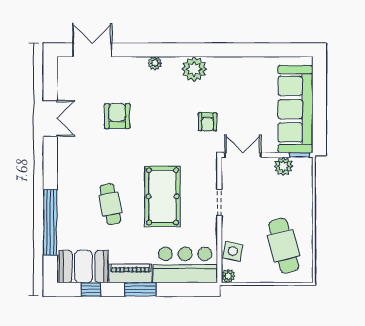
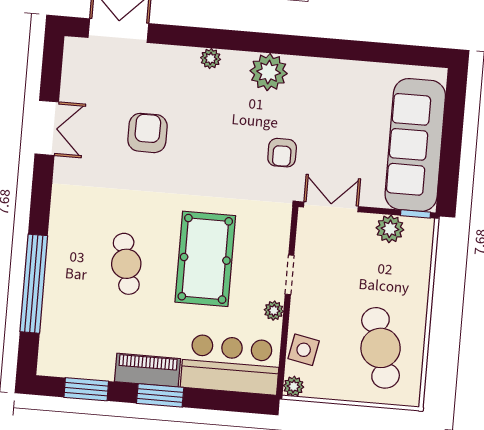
plant: (211, 227) -> (274, 311), added
booth: (84, 267) -> (78, 354), removed
window: (91, 289) -> (86, 389), width x1.50

